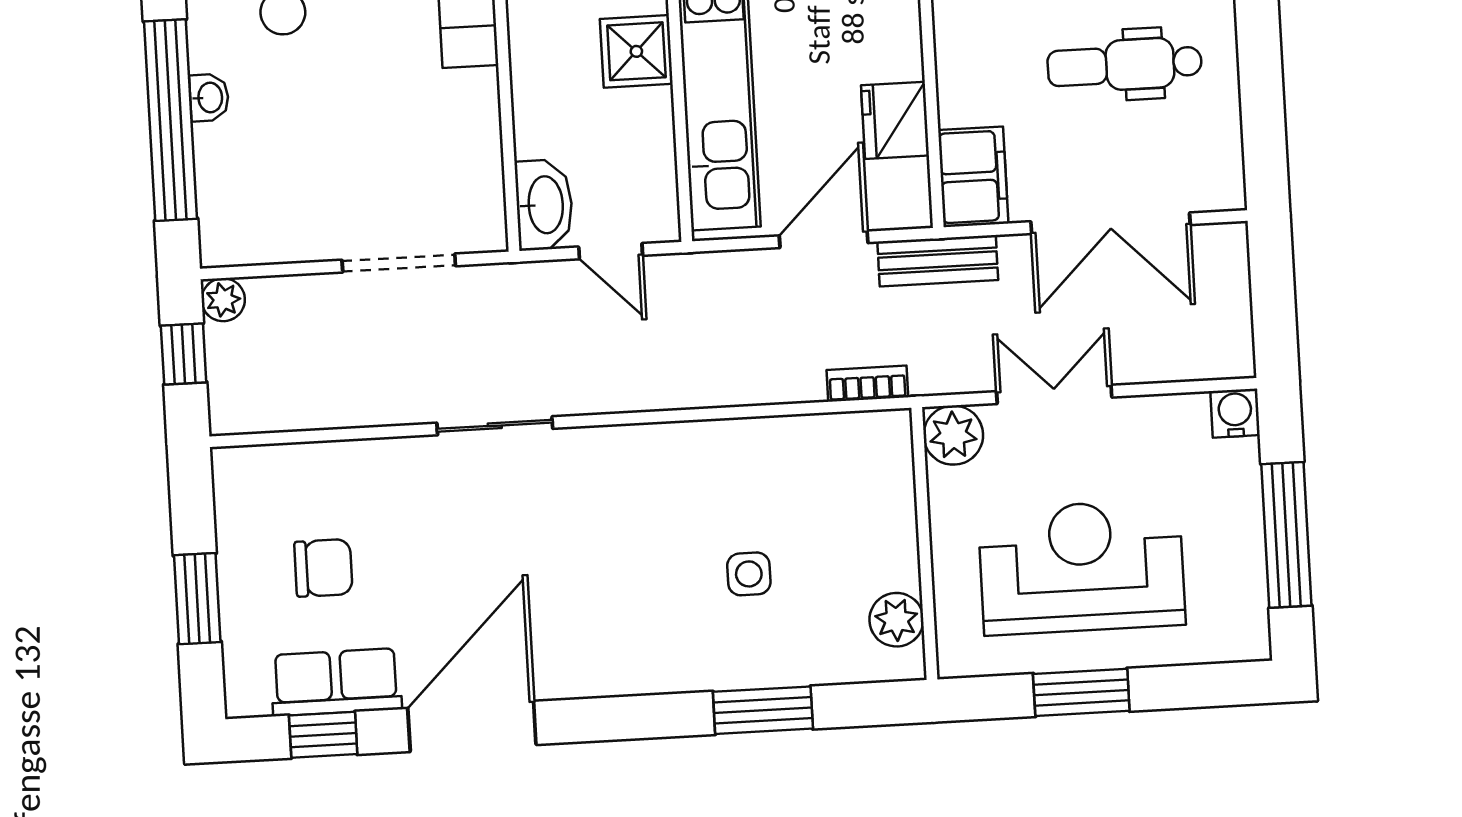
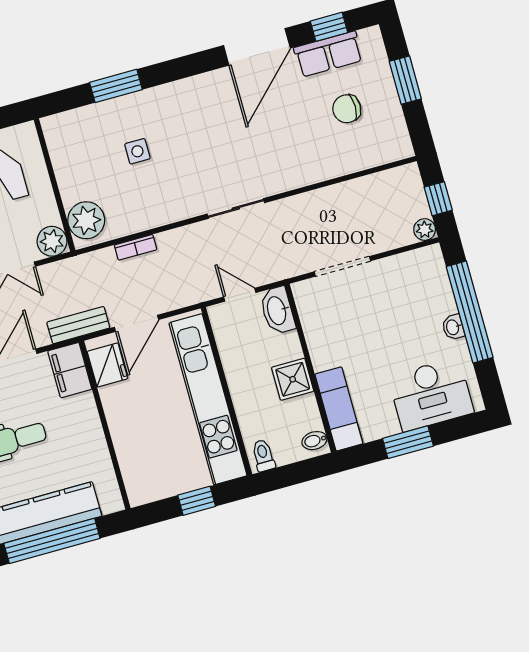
shower: (636, 51) -> (293, 379), moved
fridge: (895, 120) -> (107, 365), moved
bookcase: (867, 384) -> (136, 247), moved
sliding door: (495, 426) -> (236, 208), moved
plant: (896, 620) -> (86, 220), moved, width x1.36, depth x1.36

